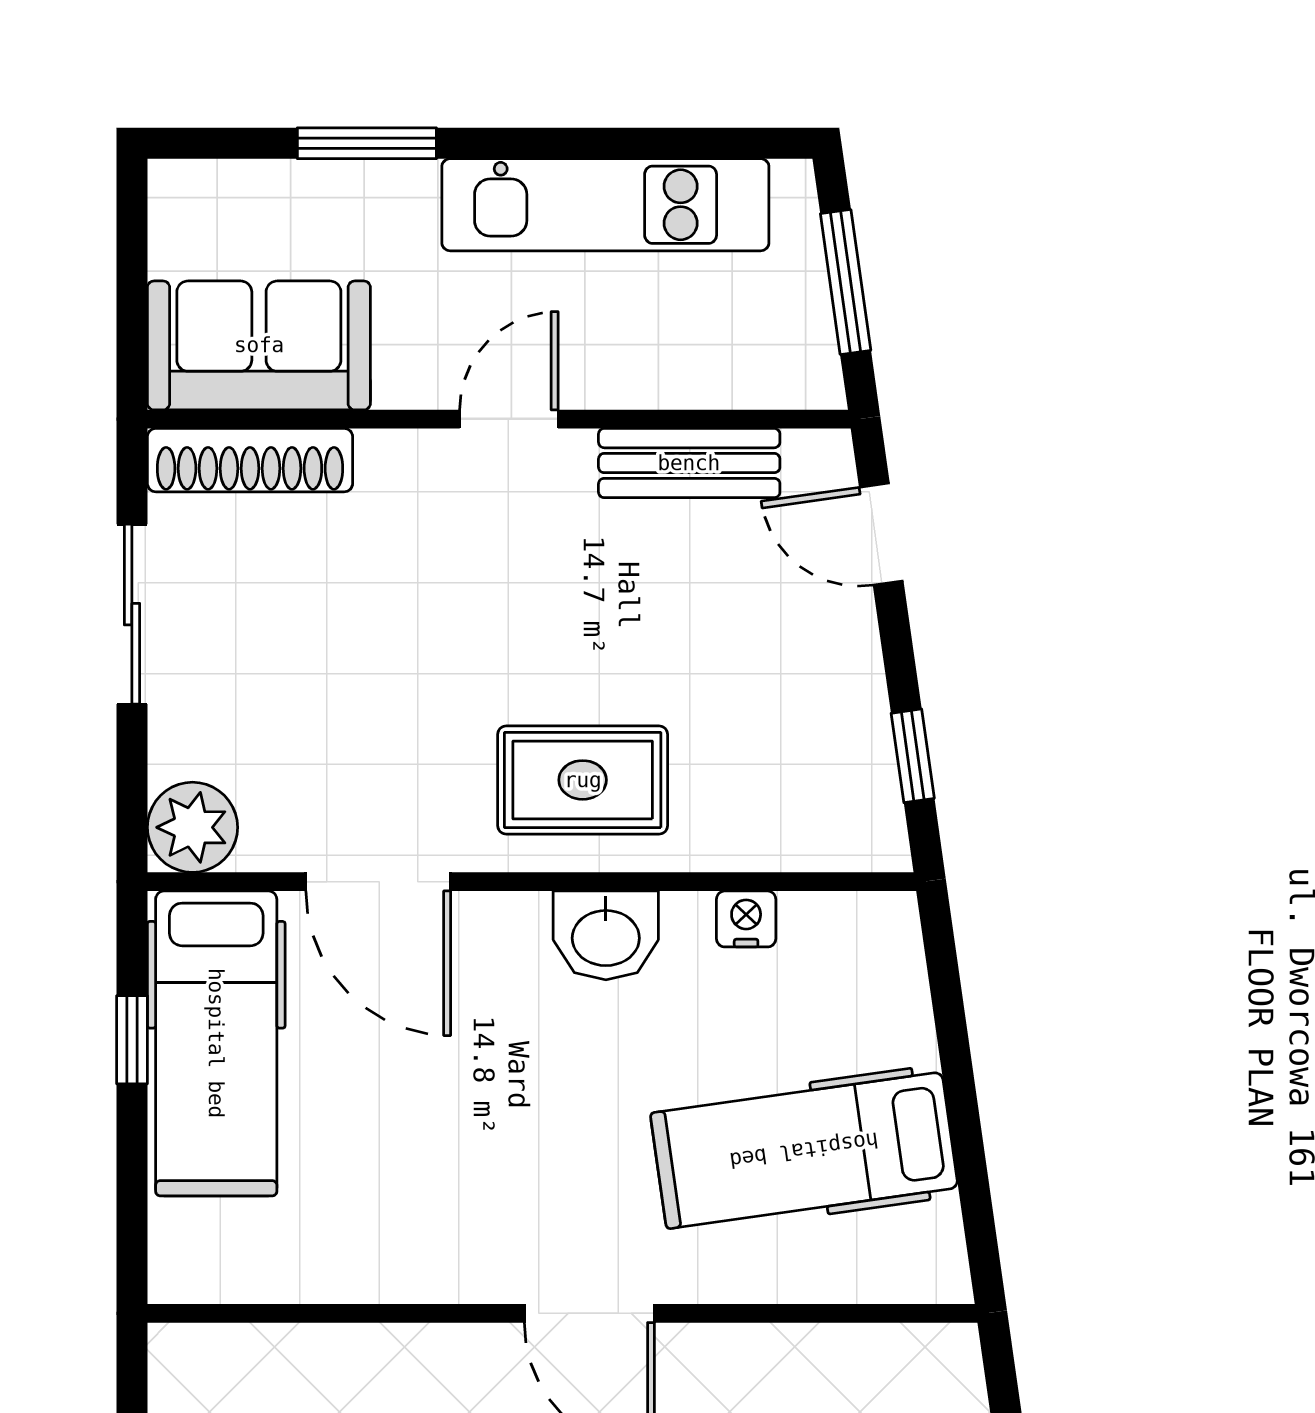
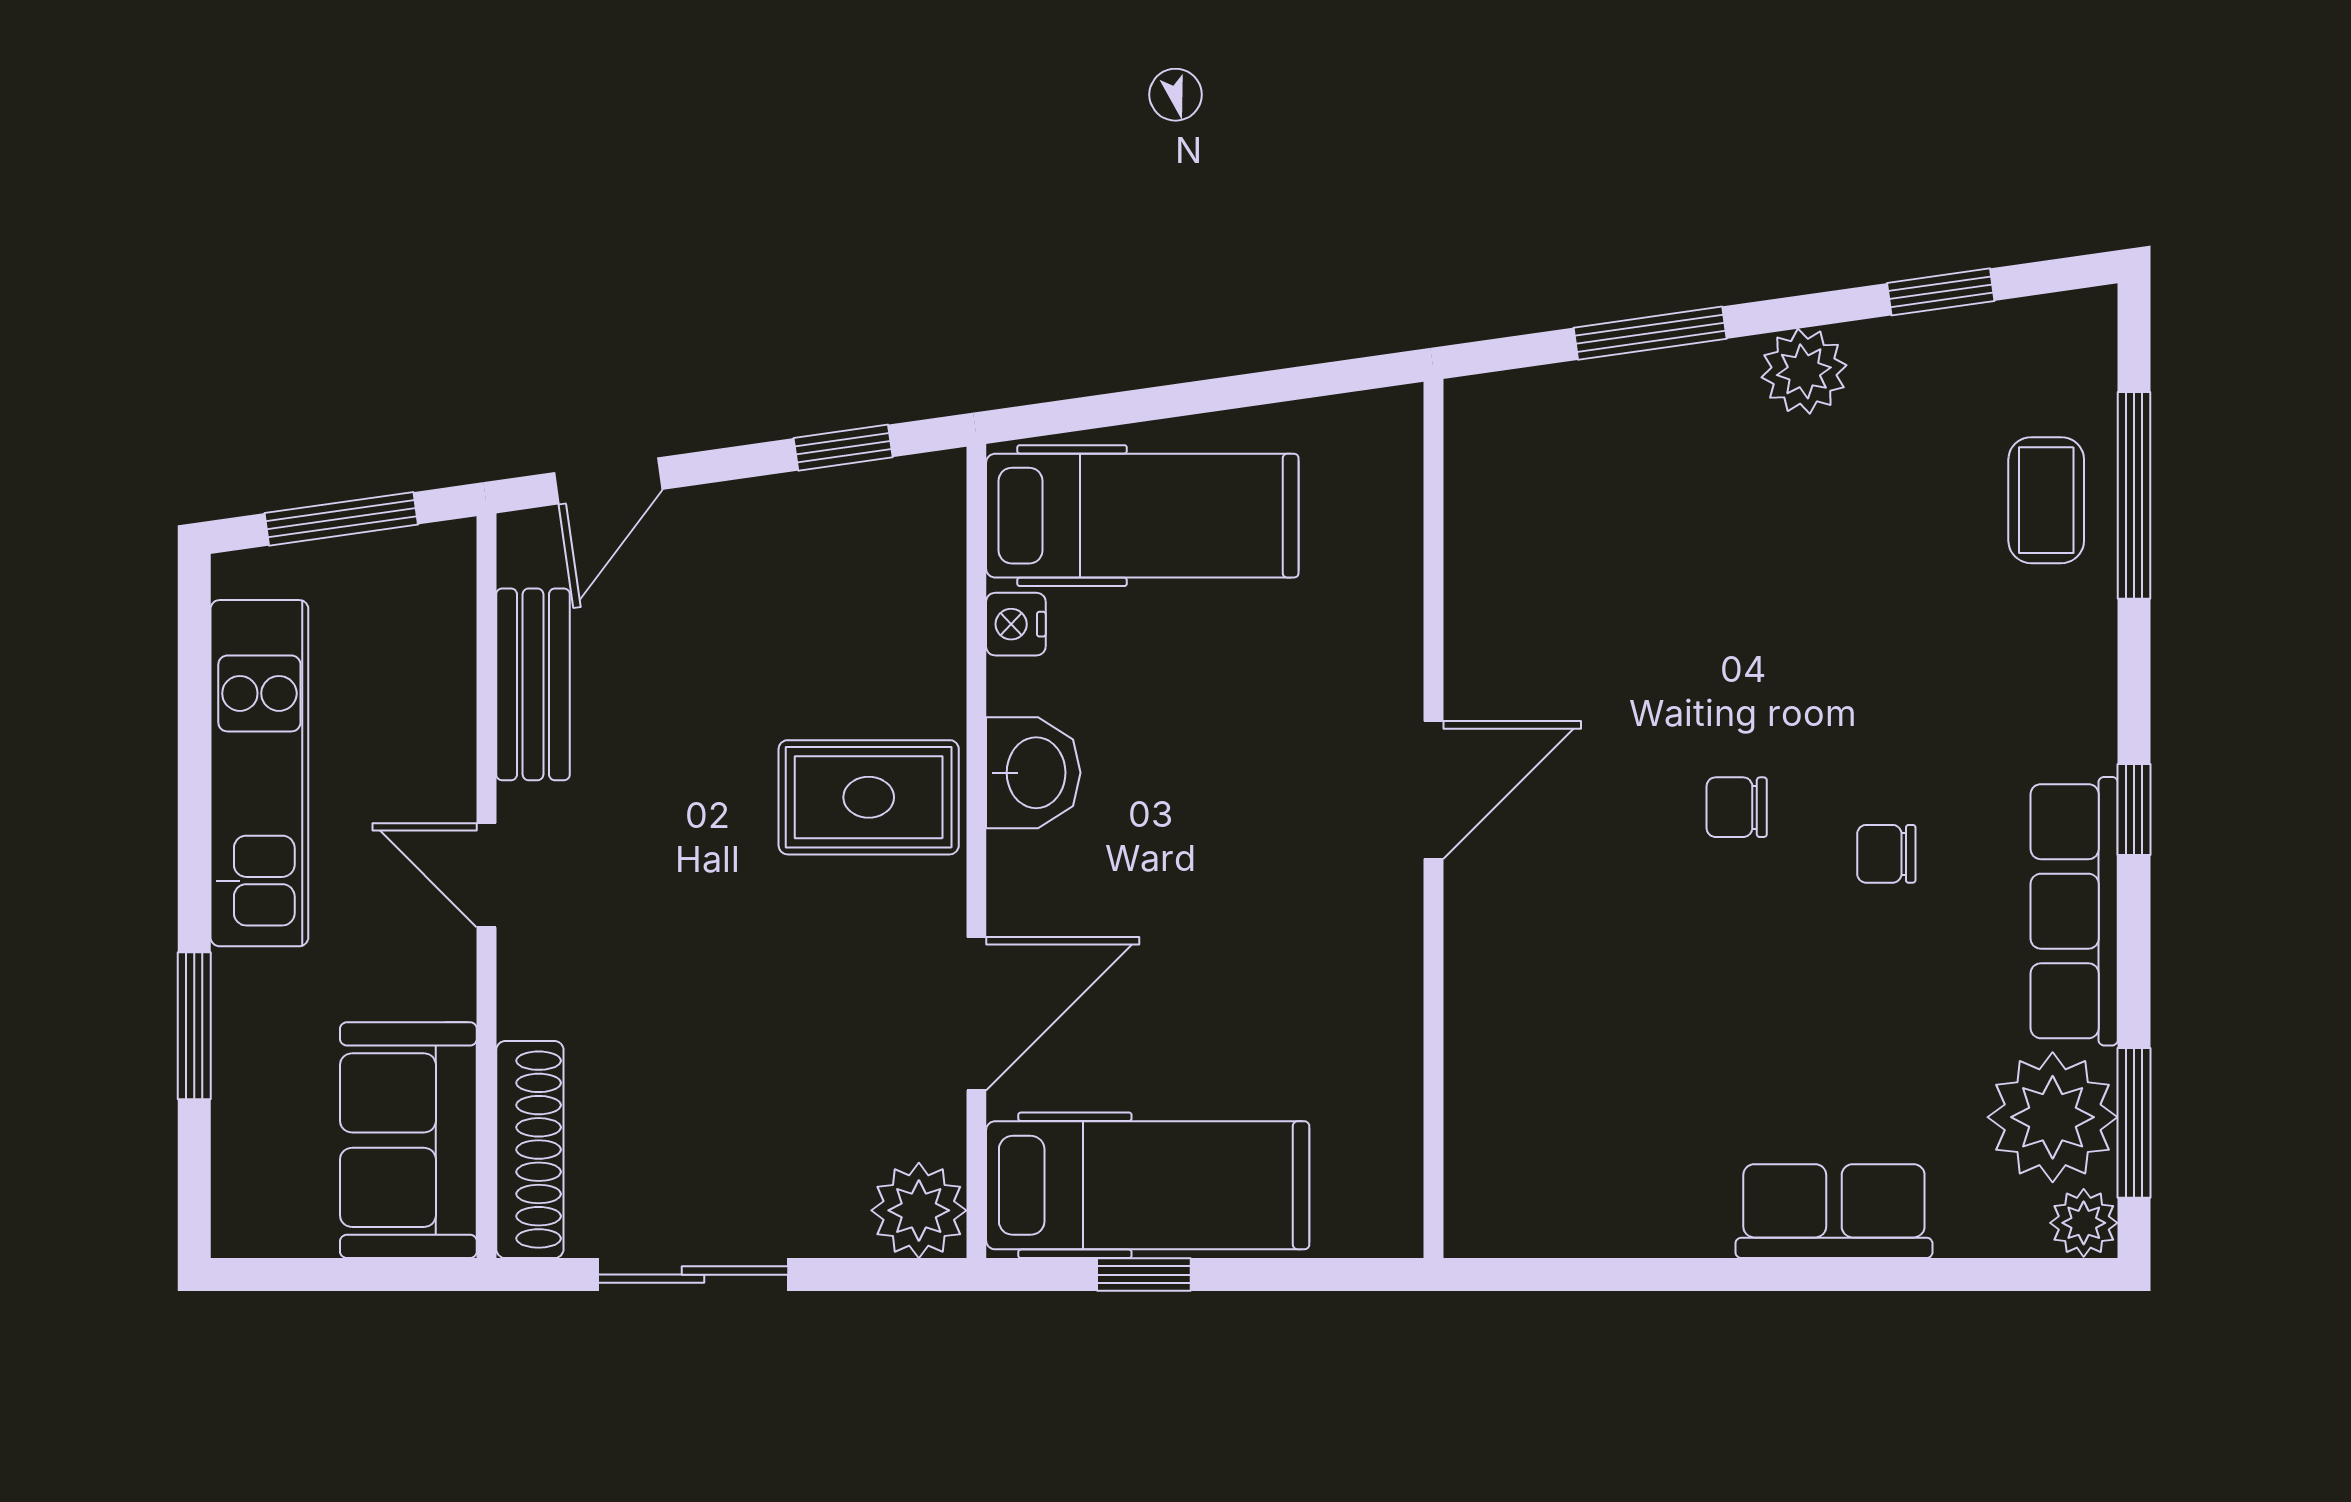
rug: (583, 780) -> (869, 797), turned 90
hospital bed: (804, 1150) -> (1142, 516), moved, turned -82

